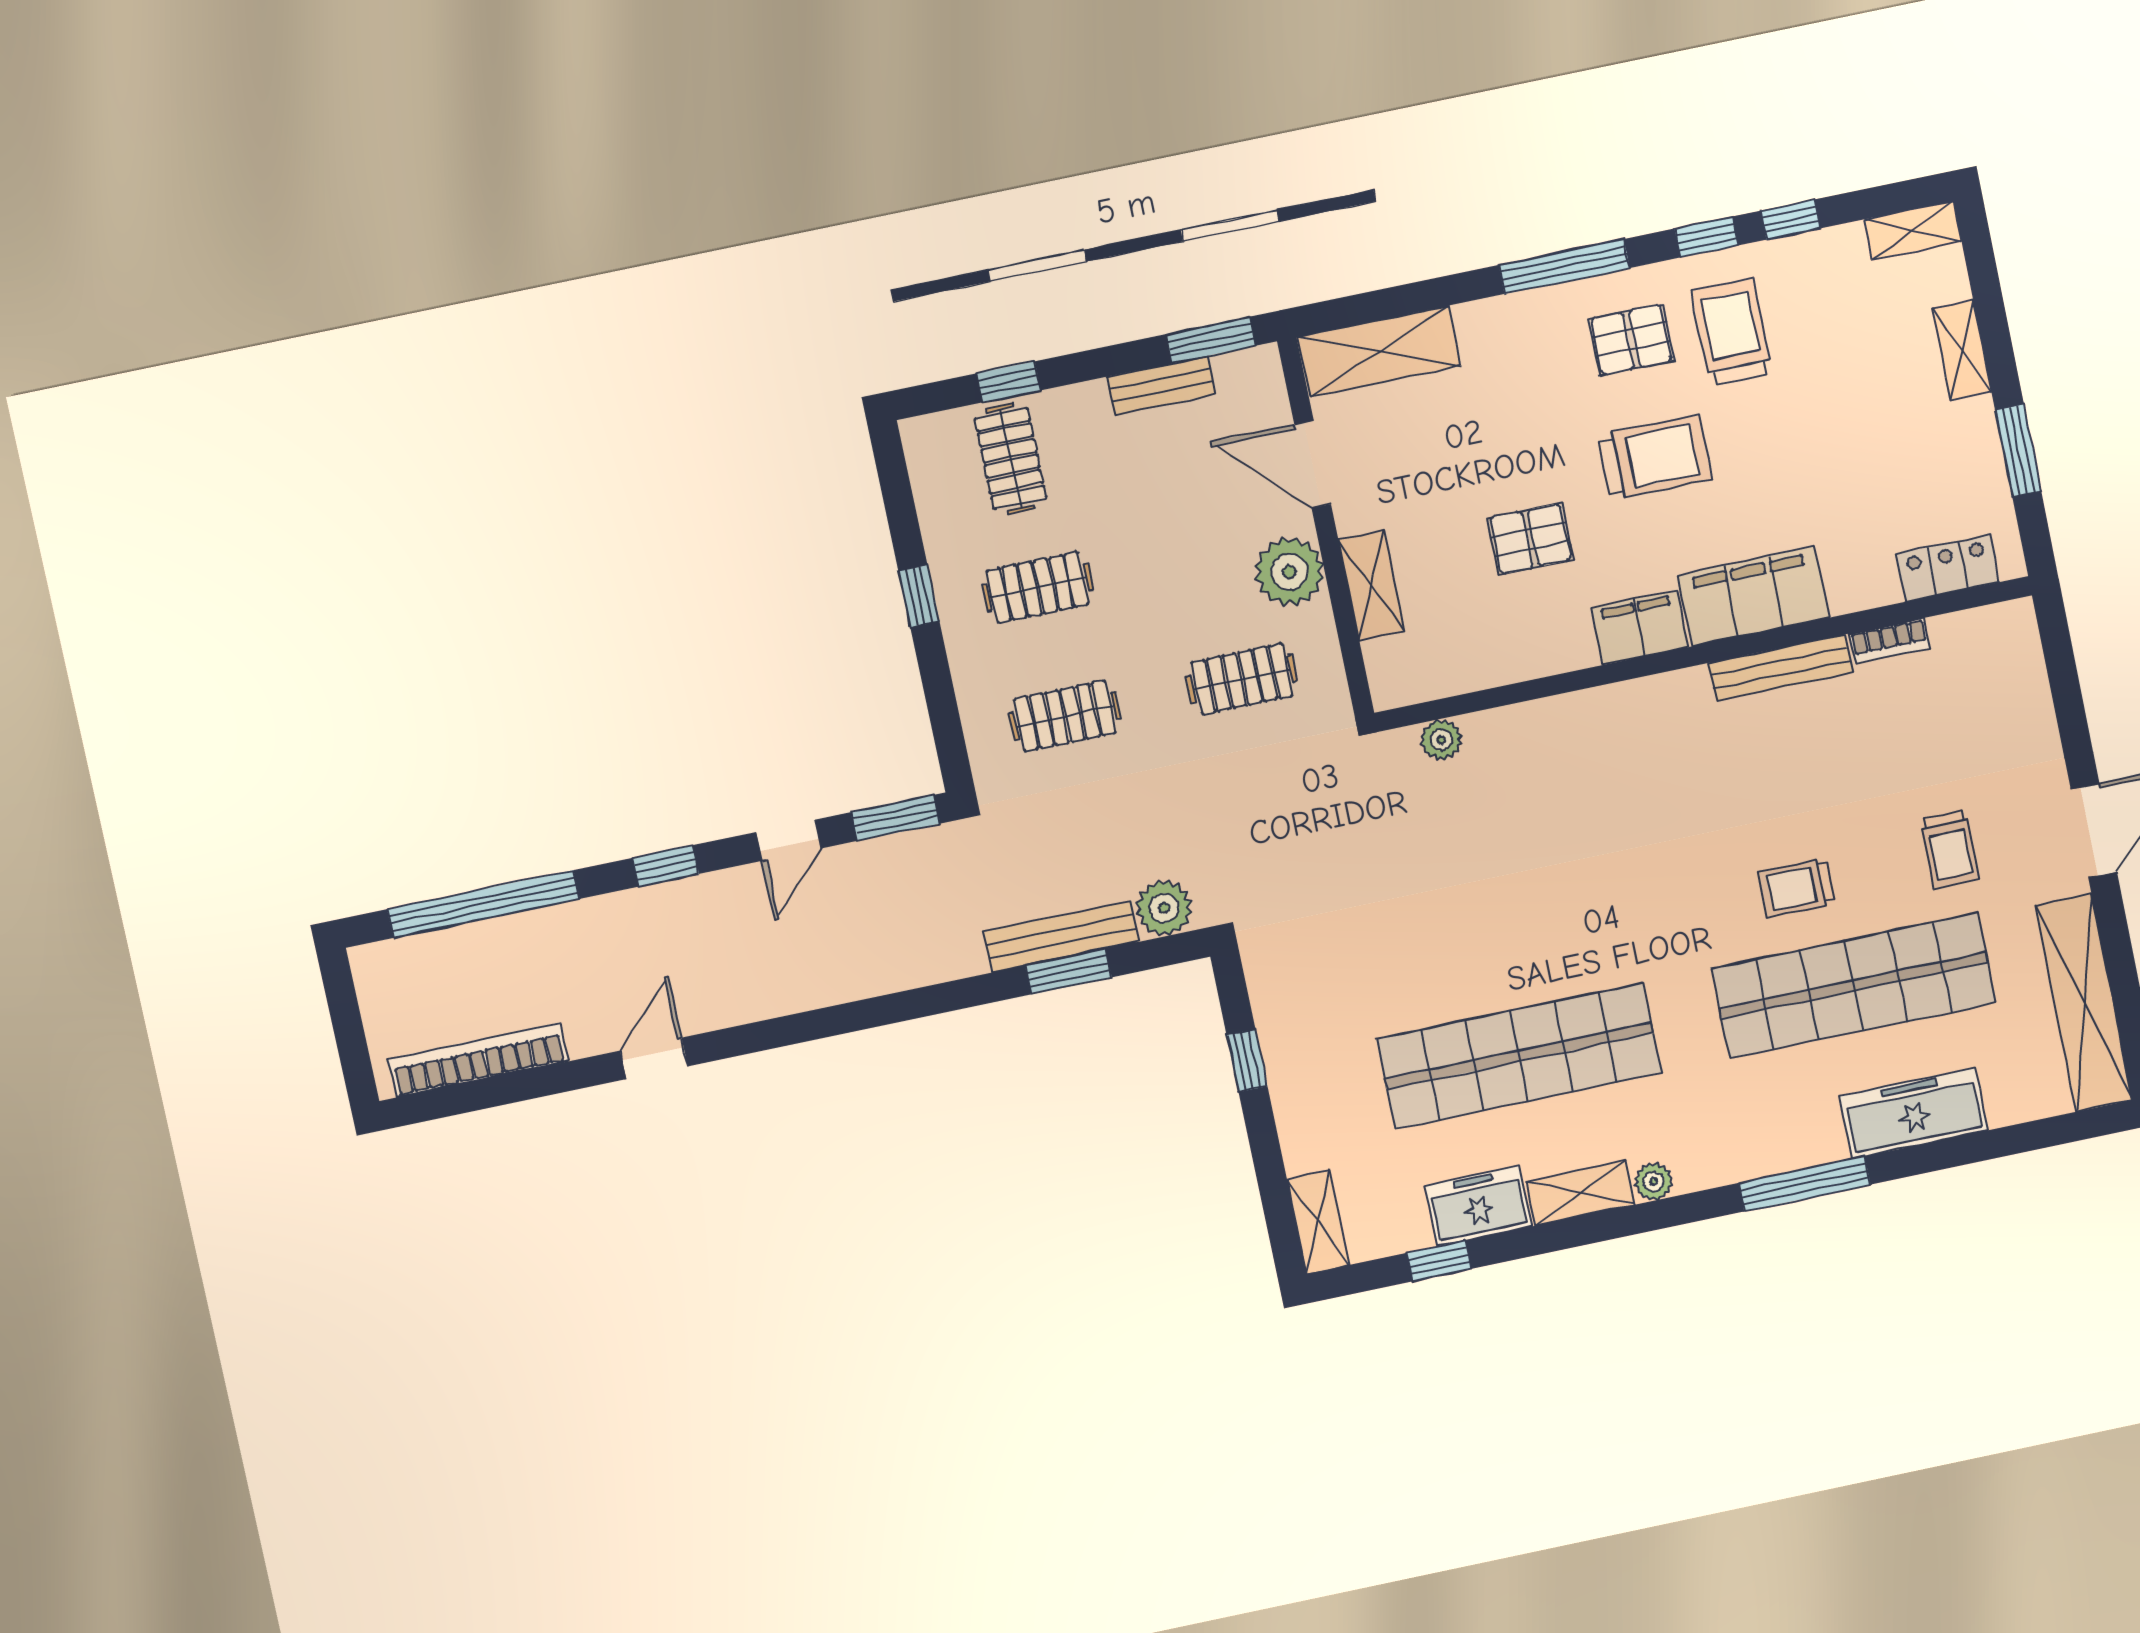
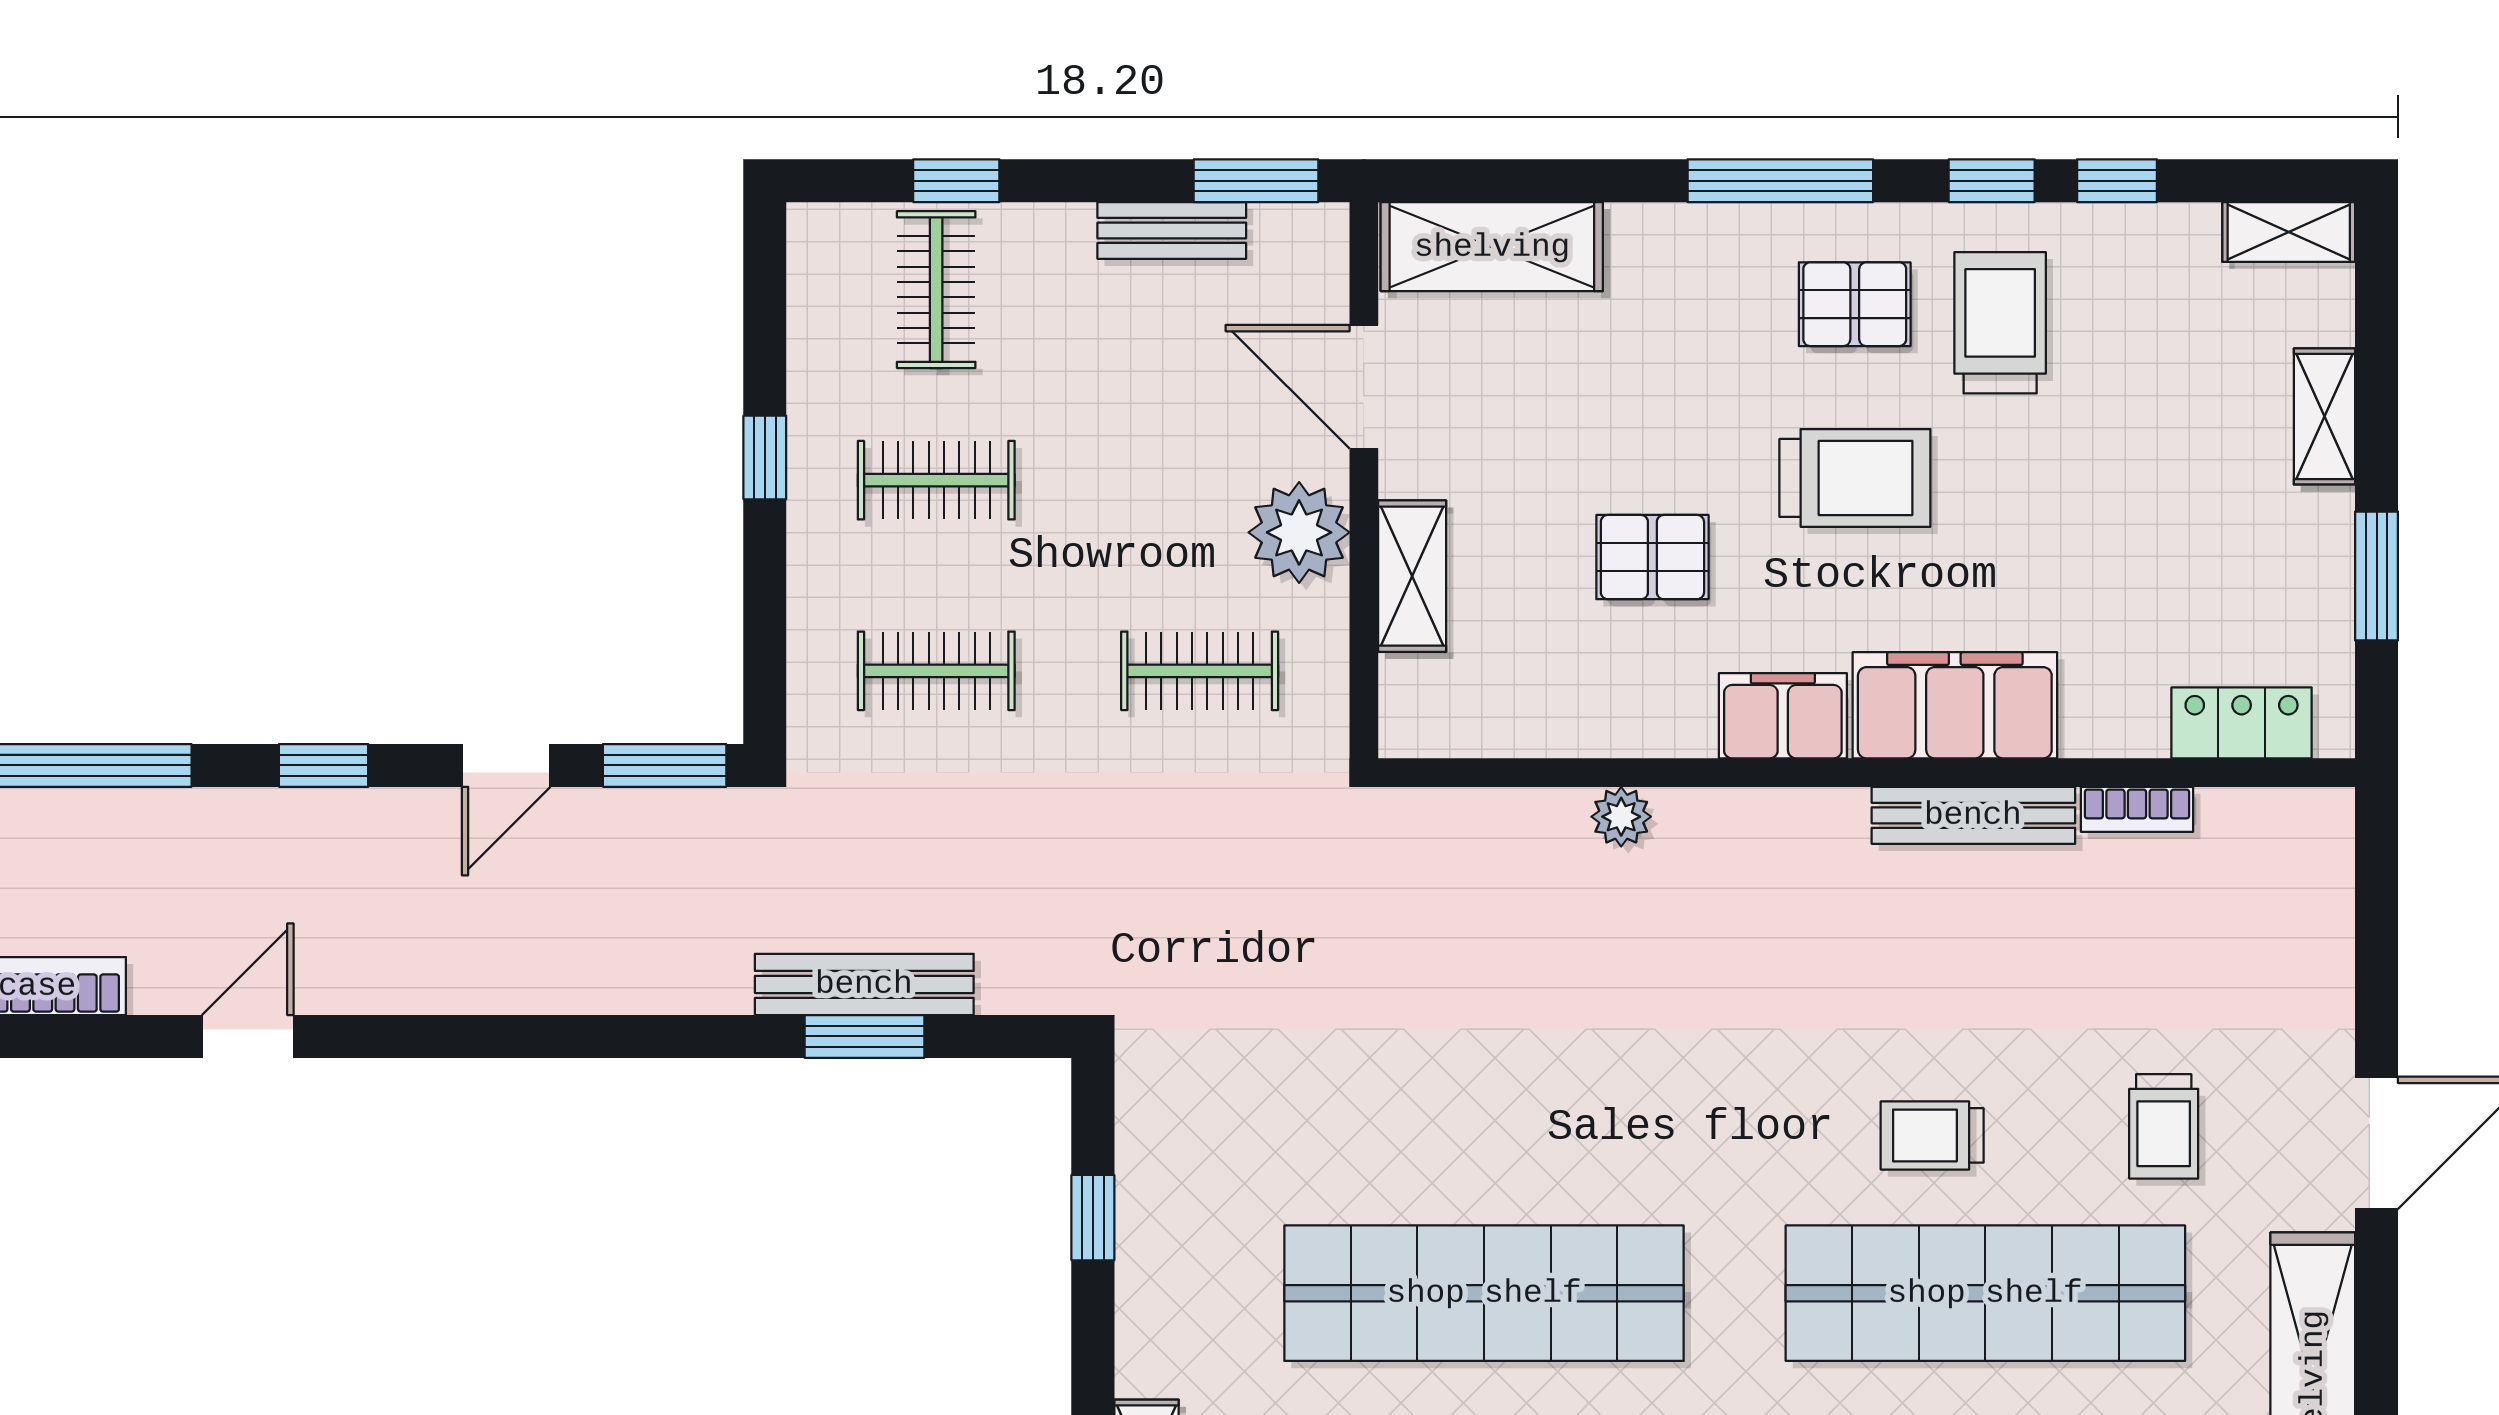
plant: (1441, 740) -> (1621, 817), moved
plant: (1164, 908) -> (1020, 974), removed

